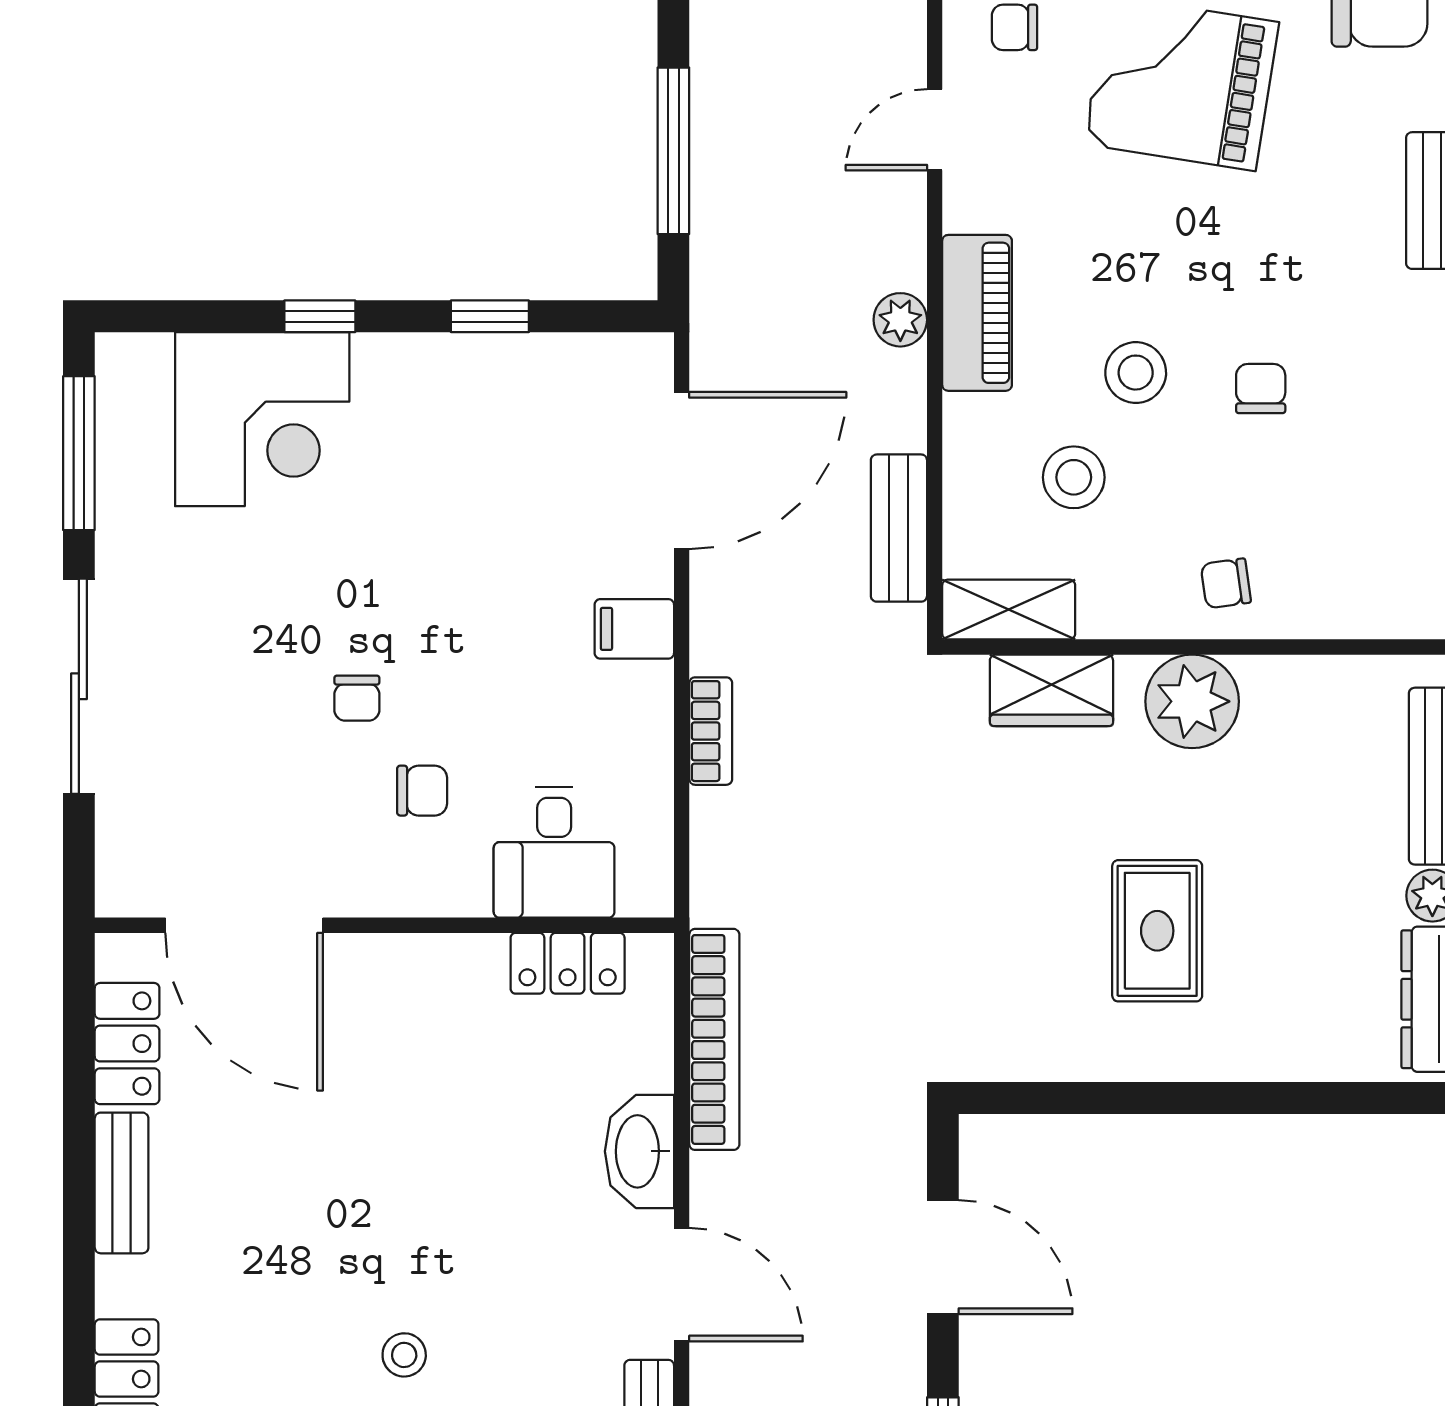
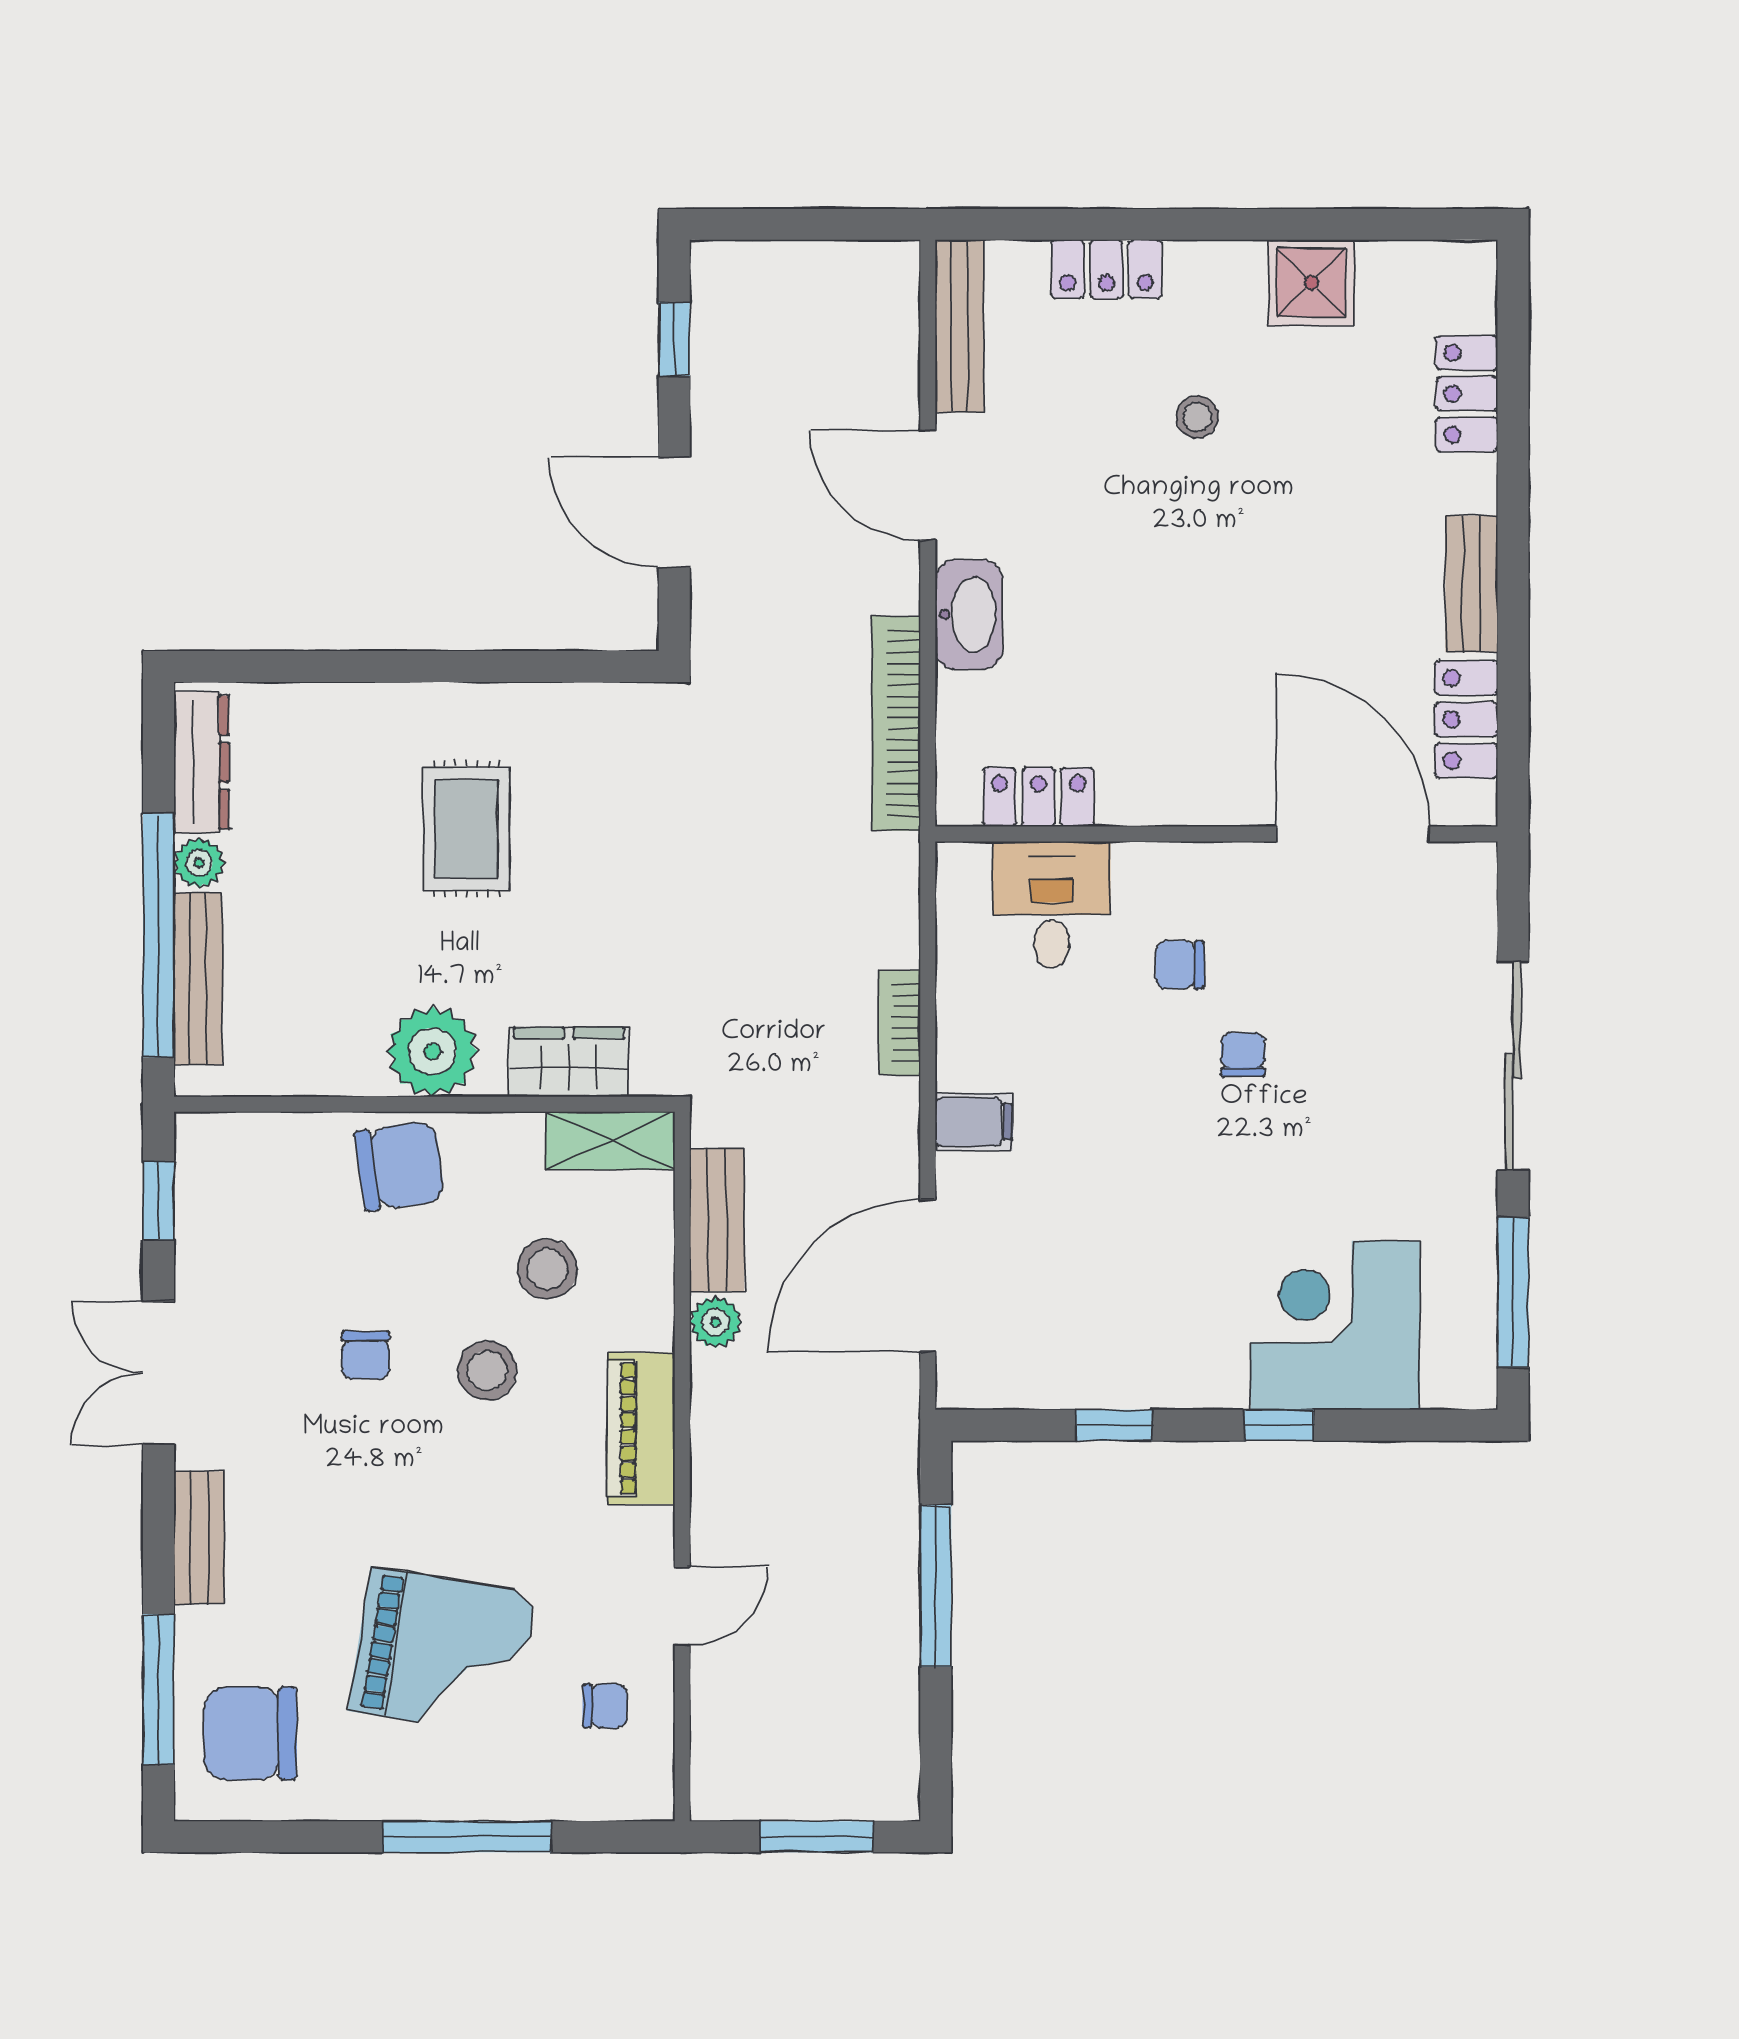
plant: (900, 320) -> (716, 1322), moved
chair: (1226, 583) -> (400, 1166), width x1.87, depth x1.87

